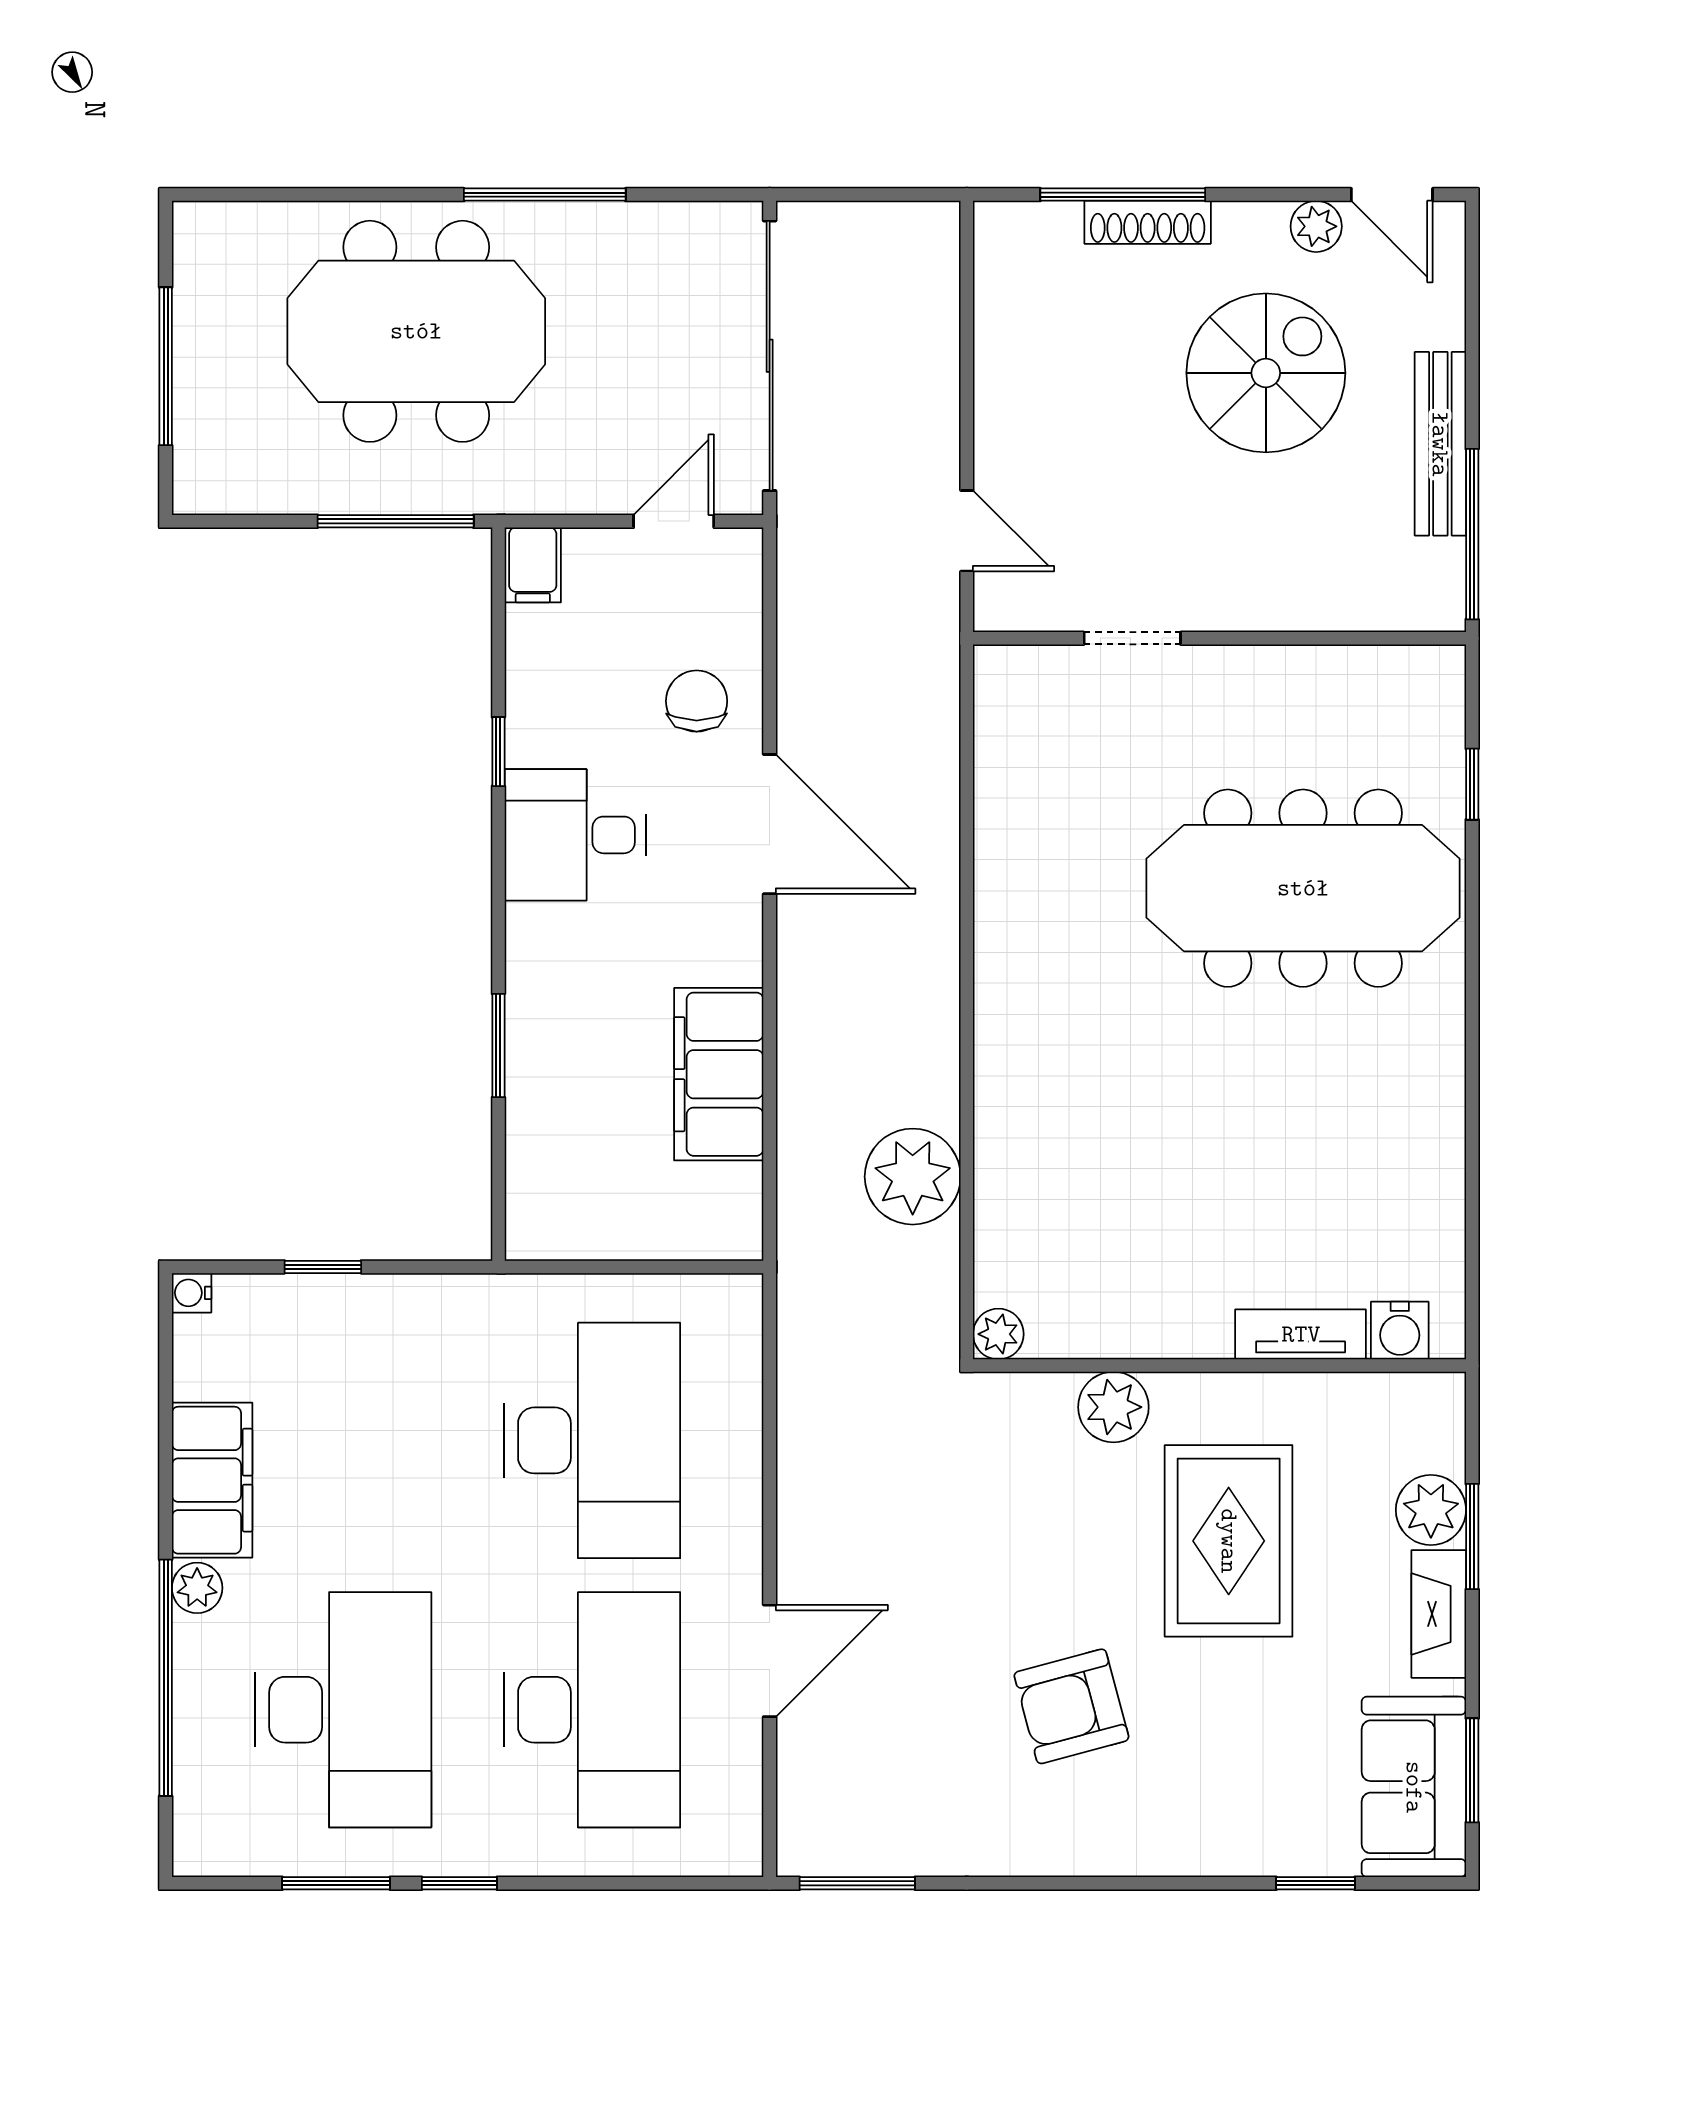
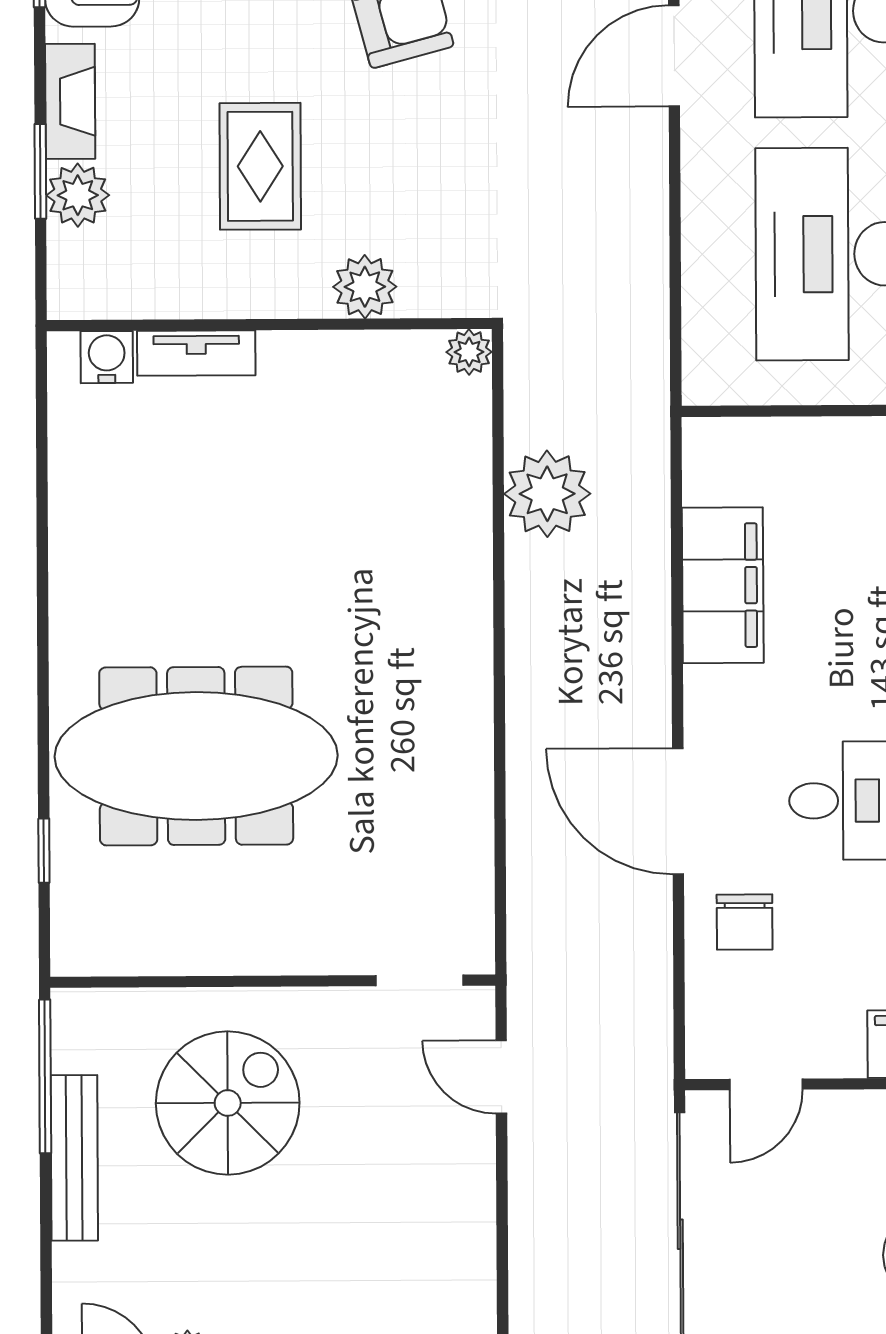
spiral stairs: (1266, 373) -> (228, 1103), moved, turned 180
doorway: (1132, 638) -> (420, 980), moved
rug: (1229, 1541) -> (260, 166), width x0.73, depth x0.70

